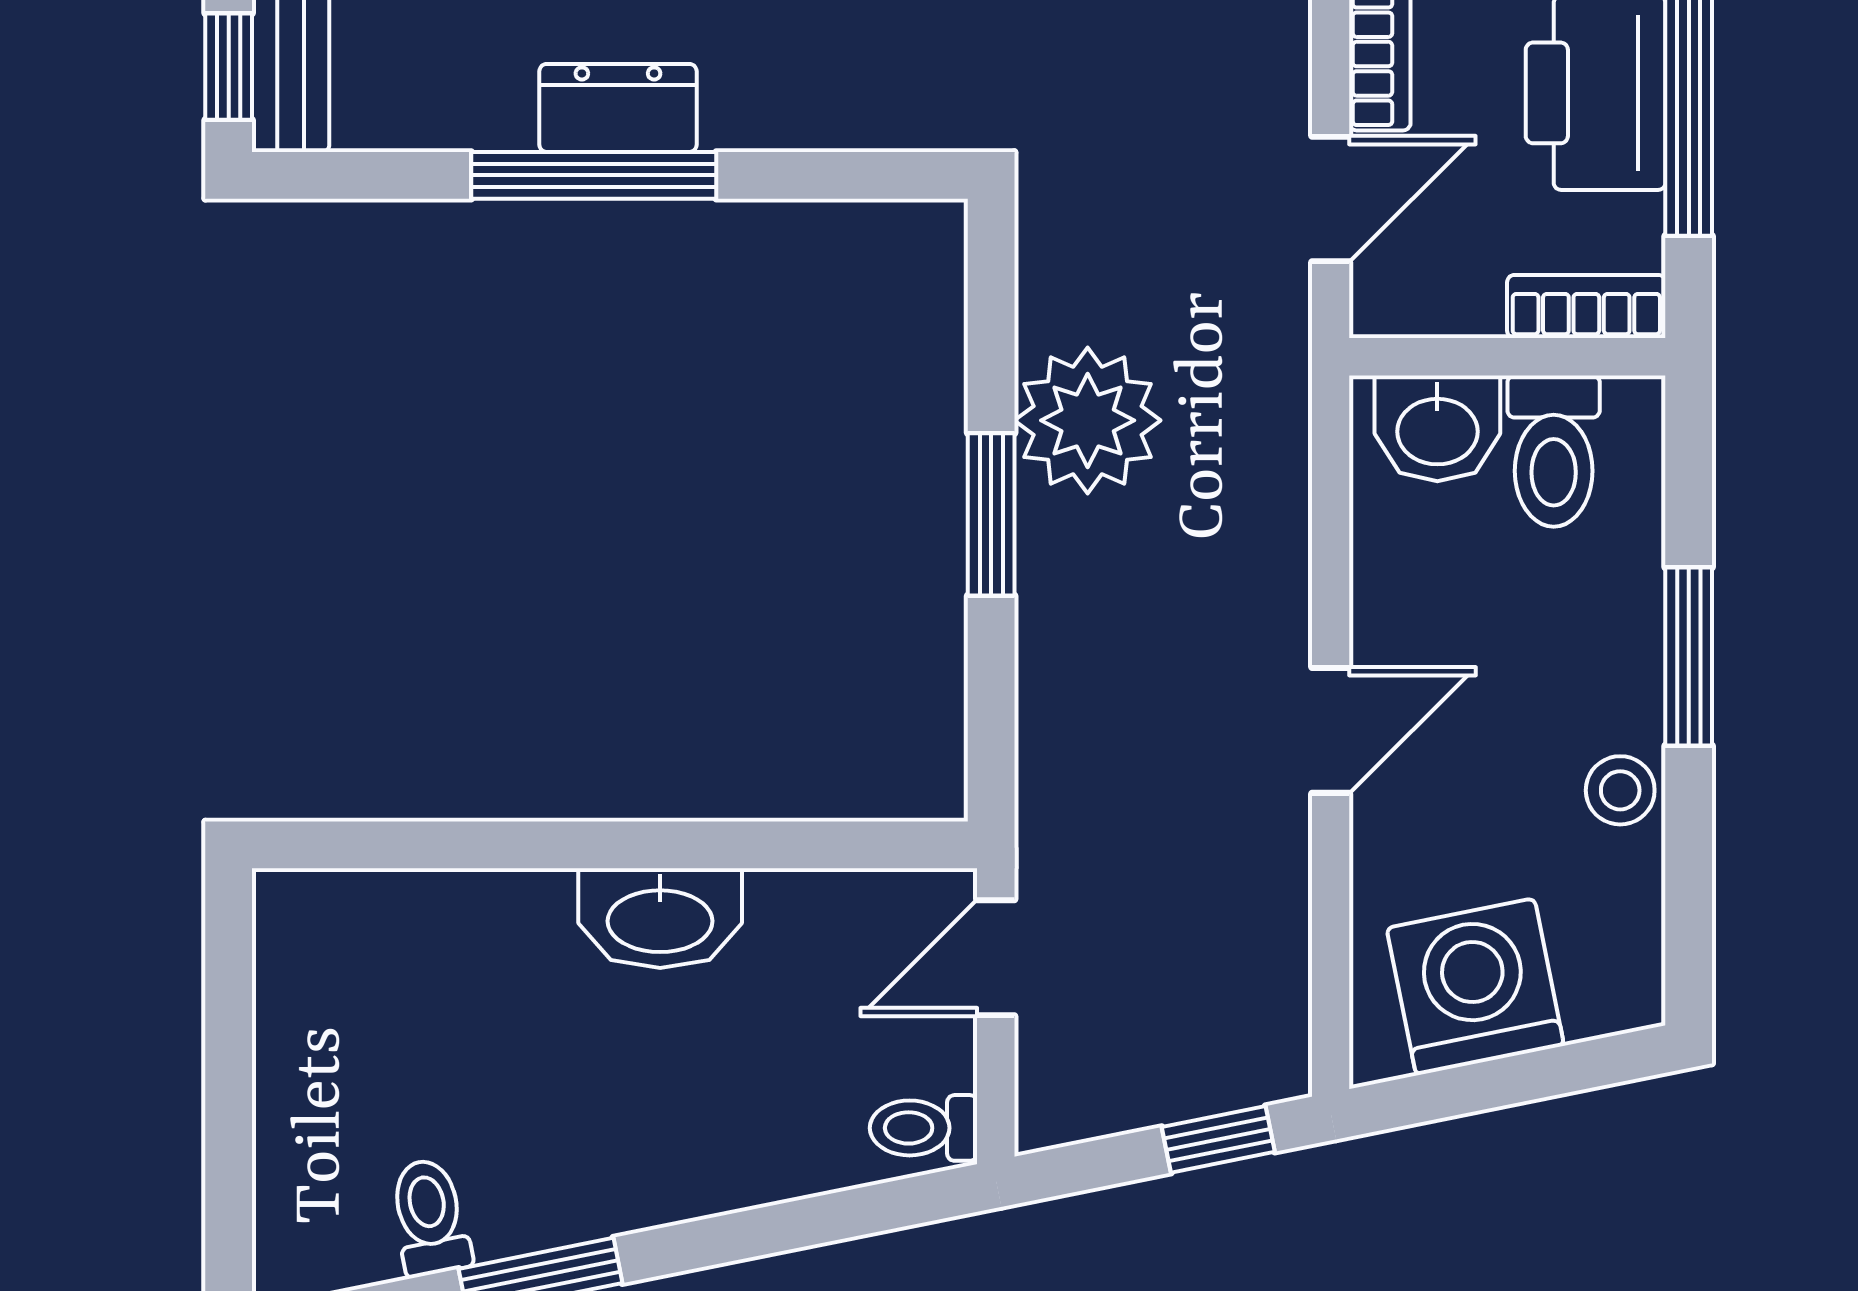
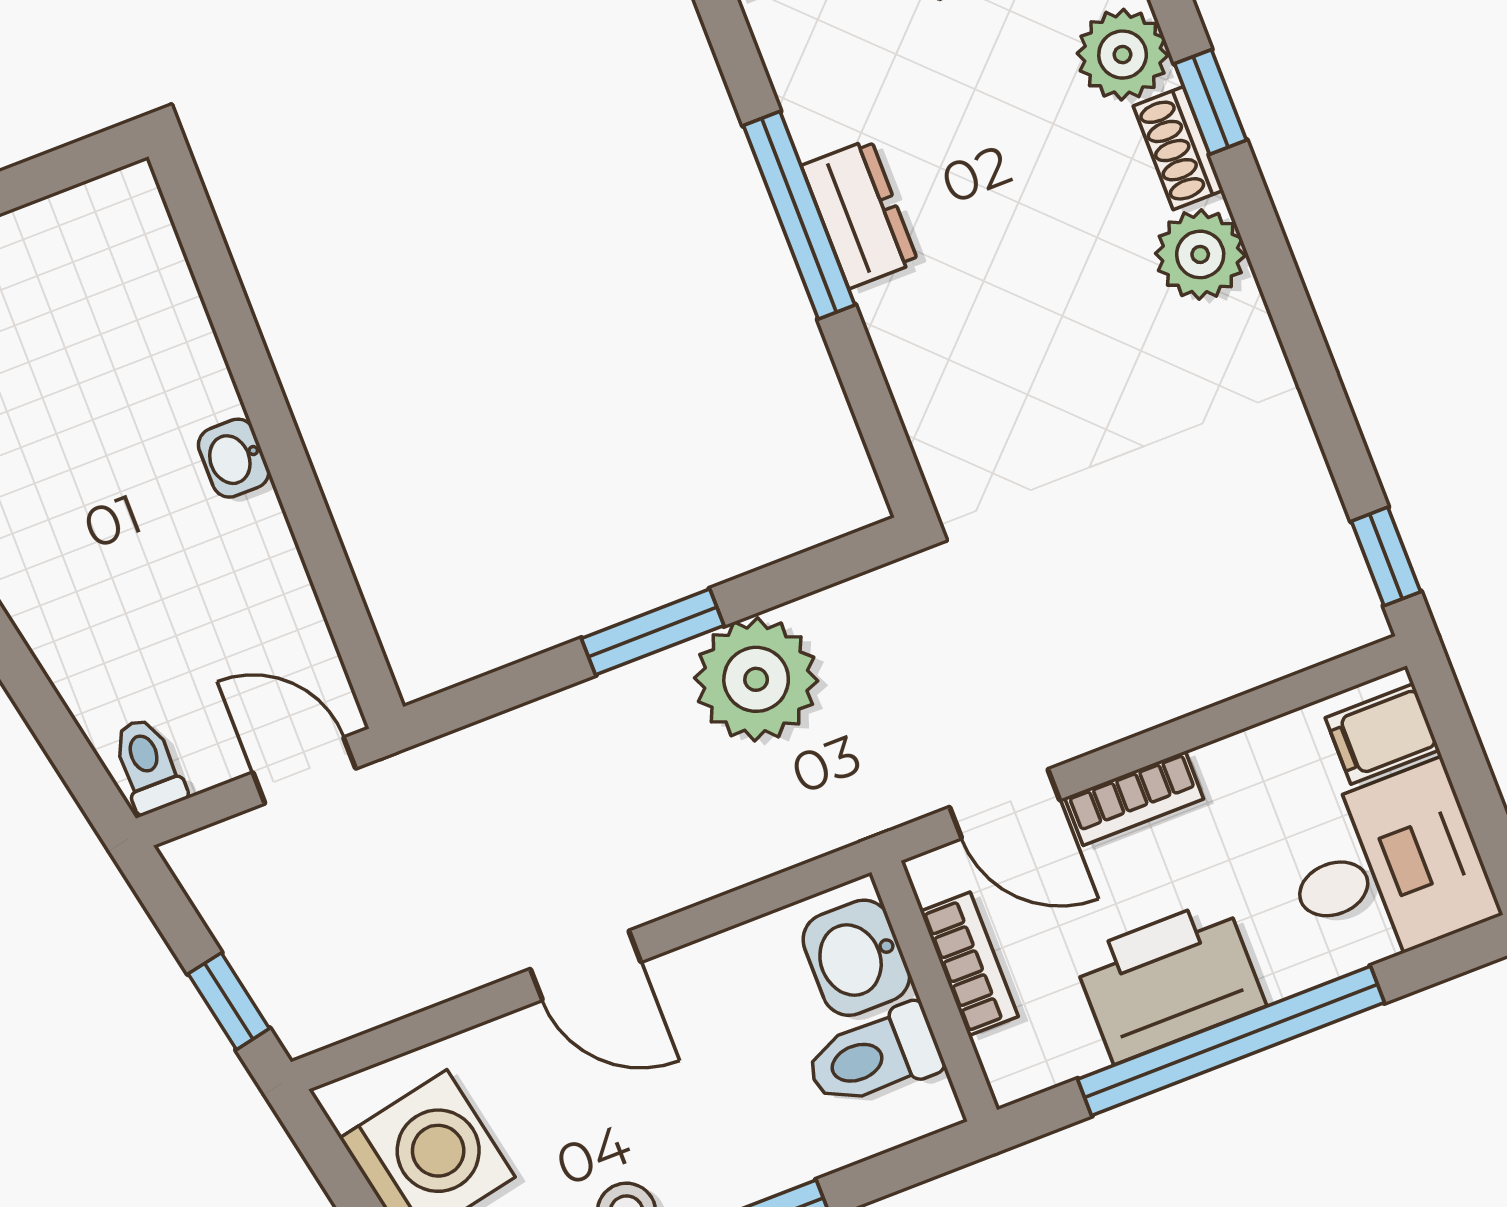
bookcase: (1586, 306) -> (969, 964), moved
washbasin: (660, 918) -> (234, 458), width x0.52, depth x0.69

